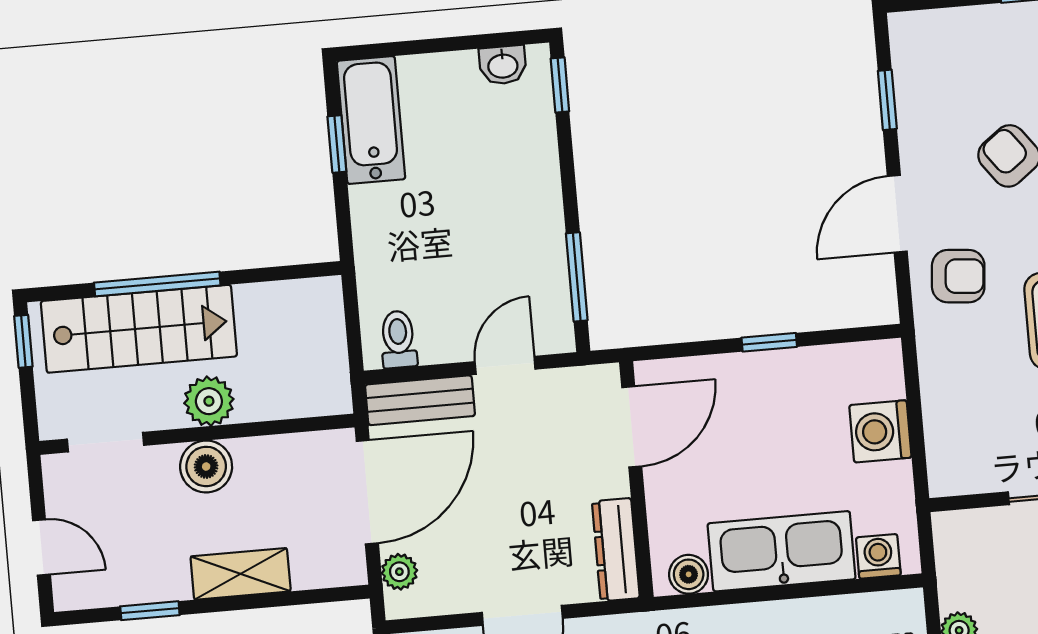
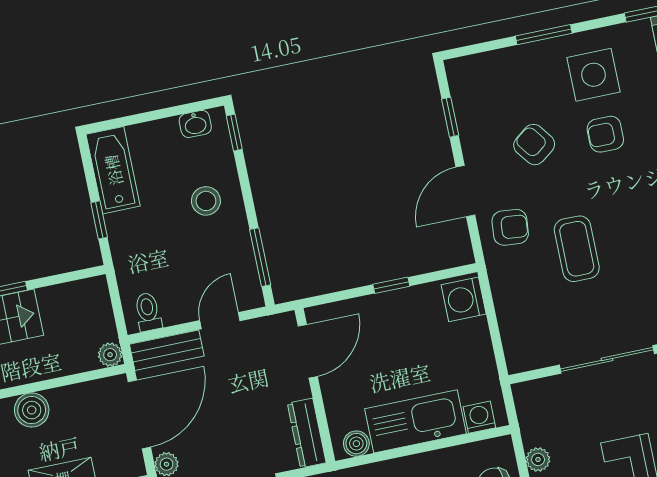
window: (337, 144) -> (99, 220), moved
stool: (505, 183) -> (206, 201), added
plant: (209, 401) -> (110, 355), moved, width x0.73, depth x0.73
washing machine: (880, 431) -> (464, 299), moved

